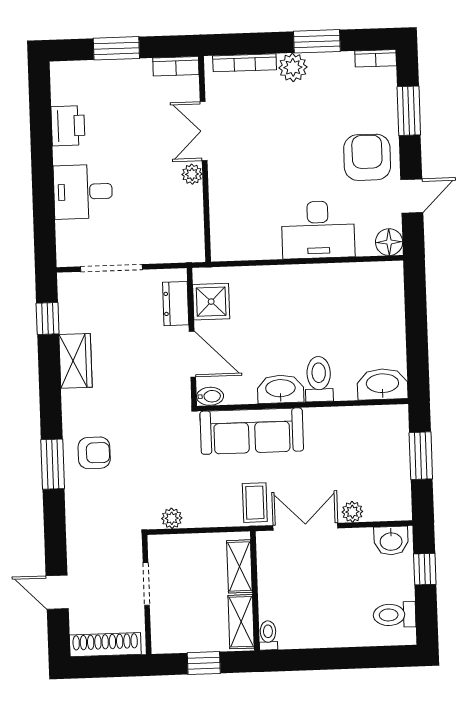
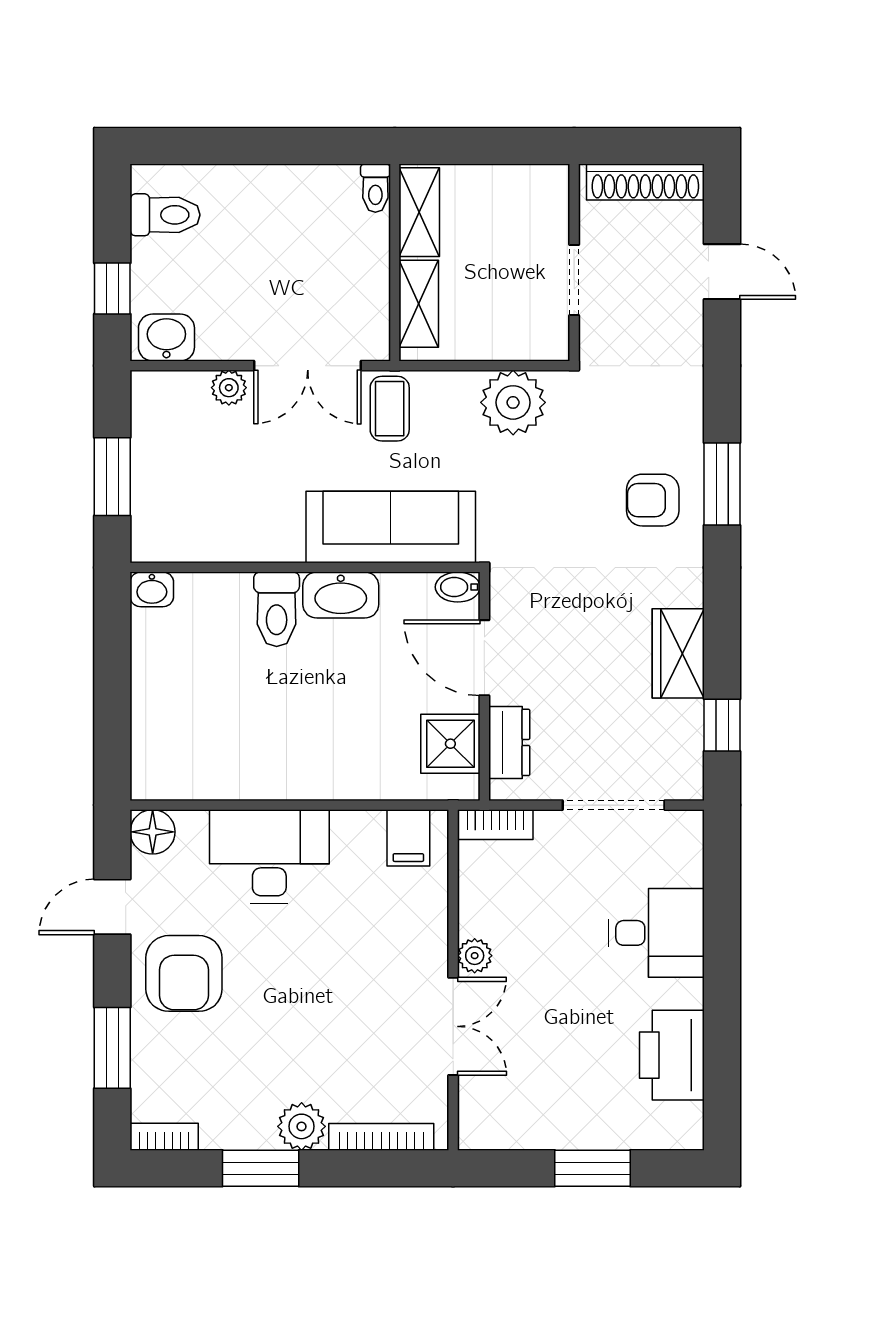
bookcase: (176, 66) -> (495, 825), moved, turned 180
printer: (68, 126) -> (672, 1055), width x1.37, depth x1.19
filing cabinet: (235, 244) -> (408, 838), added
washbasin: (382, 384) -> (152, 589), width x0.52, depth x0.69
plant: (172, 518) -> (513, 402), width x1.88, depth x1.88
window: (204, 663) -> (484, 146), removed

